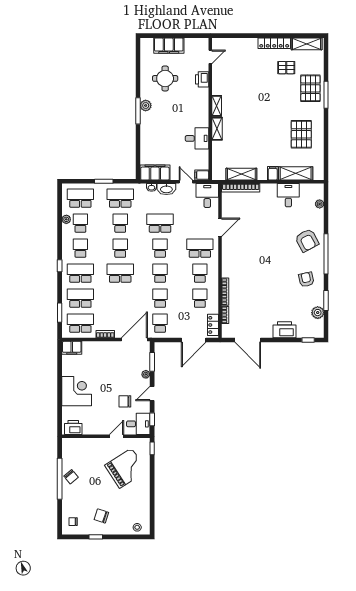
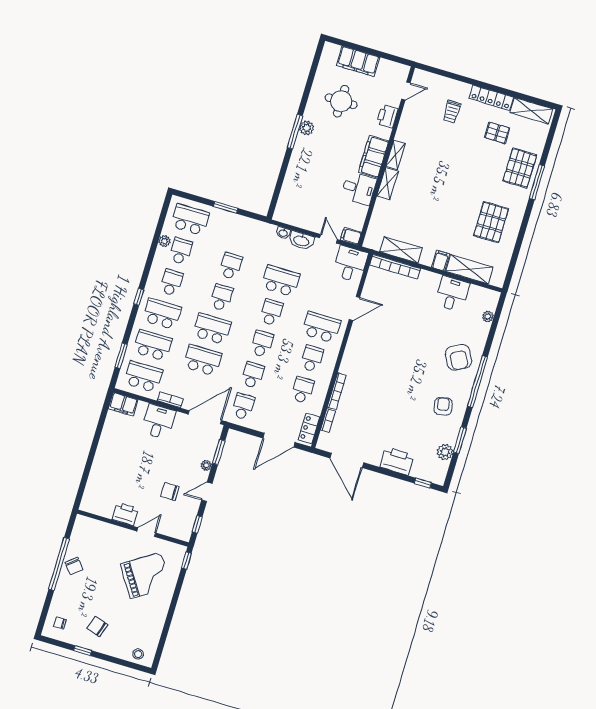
trolley: (248, 62) -> (452, 112), added
filing cabinet: (155, 173) -> (374, 157), moved, turned -90
school desk: (120, 198) -> (203, 360), moved
corner desk: (77, 391) -> (113, 460), removed
desk: (138, 424) -> (158, 422), moved, turned -90
printer: (73, 428) -> (125, 514), moved

